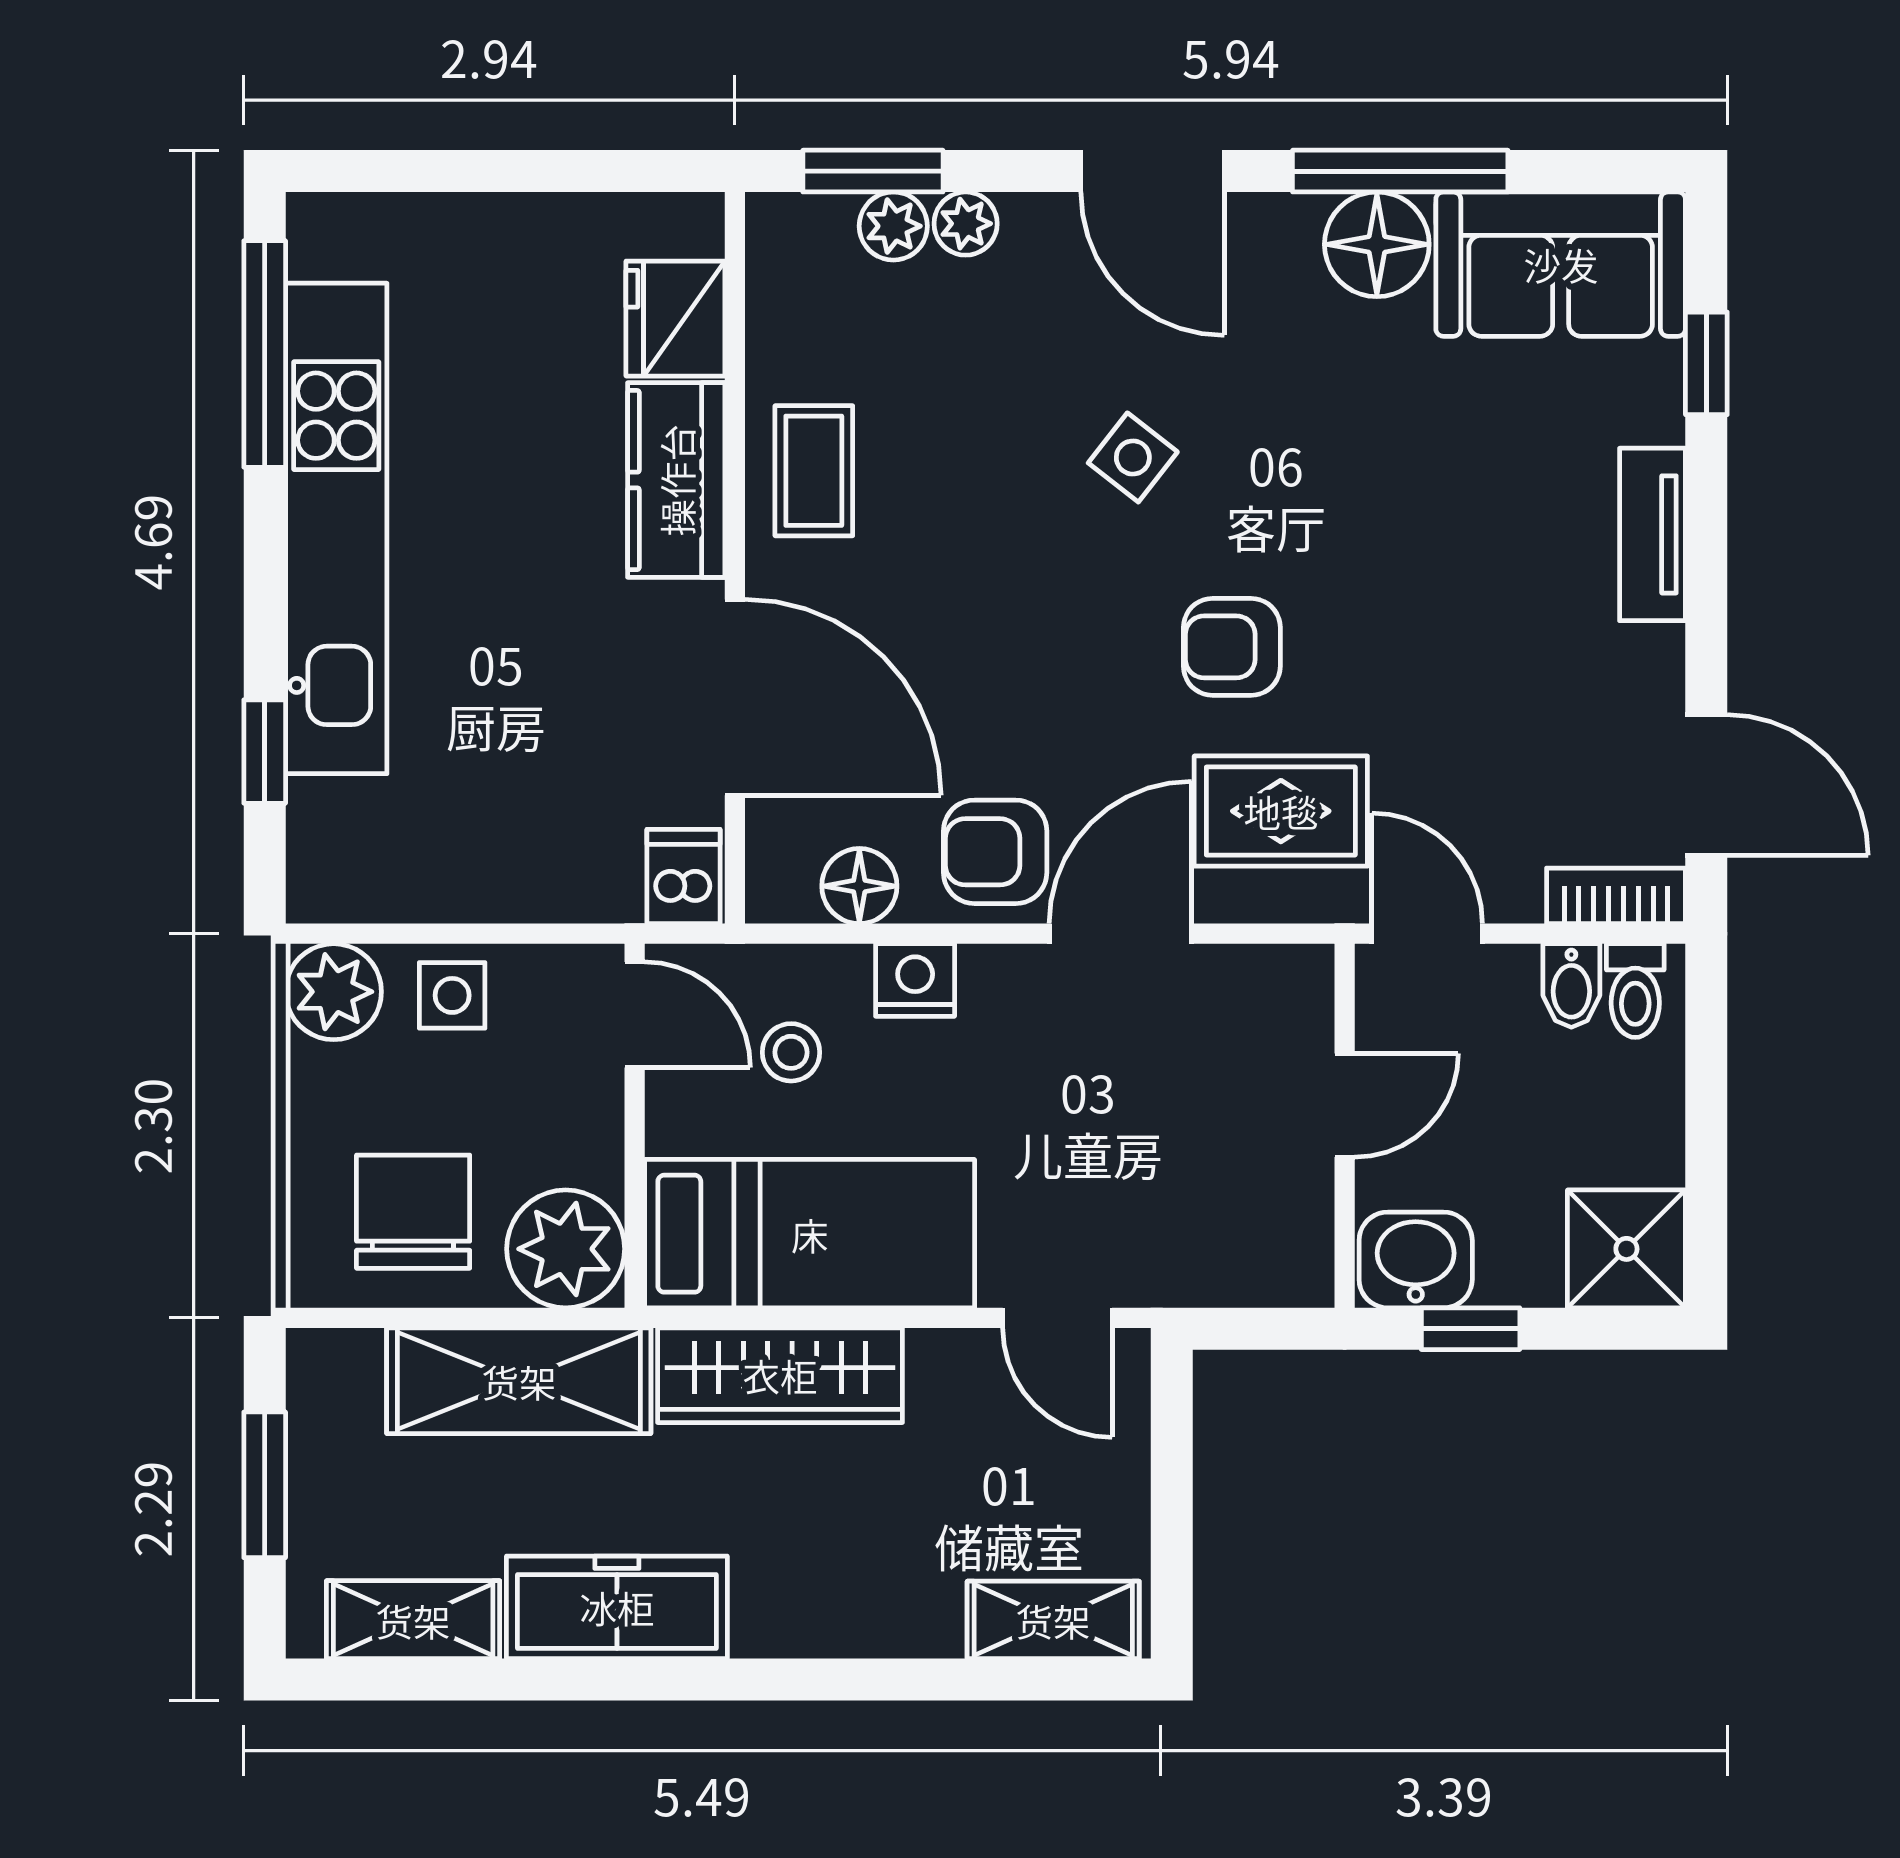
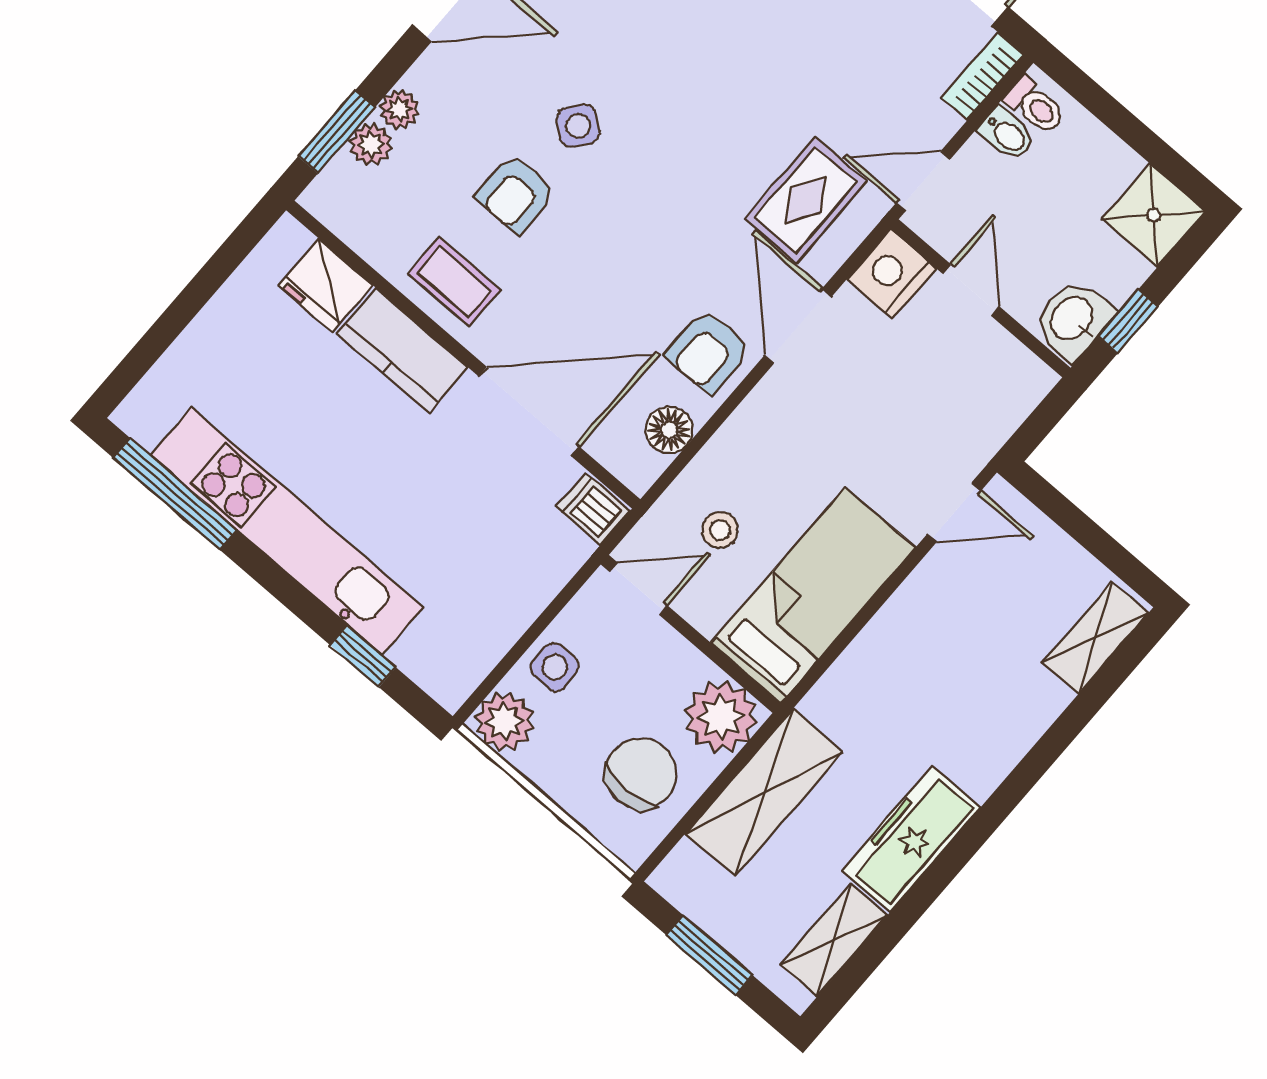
armchair: (1232, 647) -> (516, 194), moved
nightstand: (915, 980) -> (891, 274), moved, width x1.36, depth x1.33
chair: (413, 1212) -> (641, 774), turned 90
wardrobe: (780, 1375) -> (868, 667), removed

